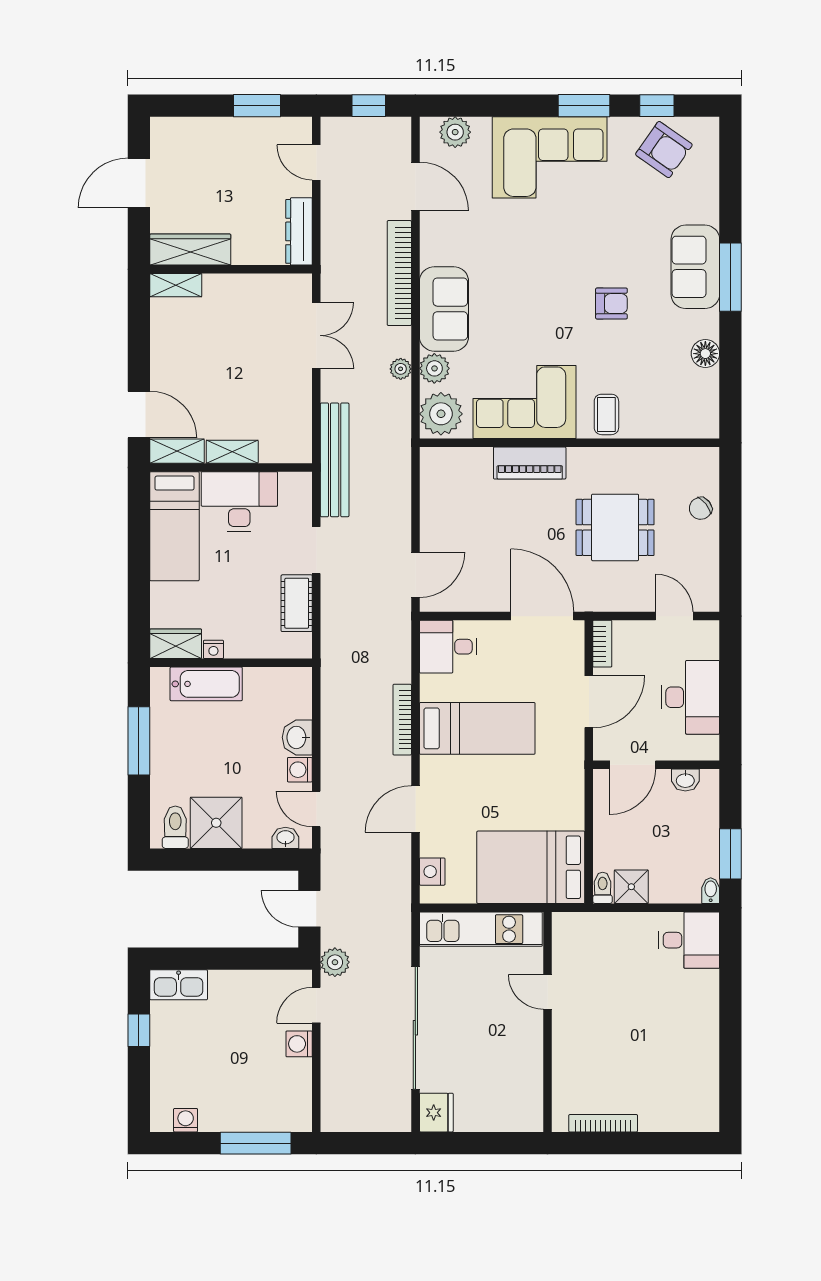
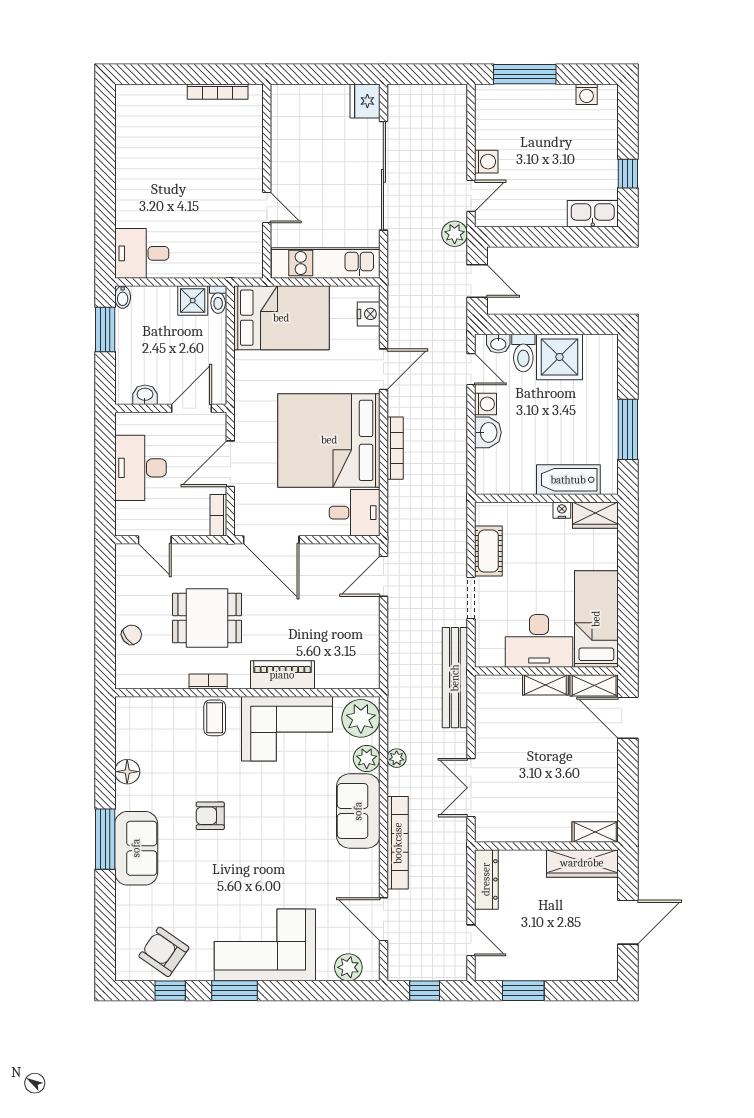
bookcase: (614, 455) -> (208, 682), added
bed: (477, 728) -> (329, 440), width x2.04
toilet: (175, 827) -> (523, 353), moved

